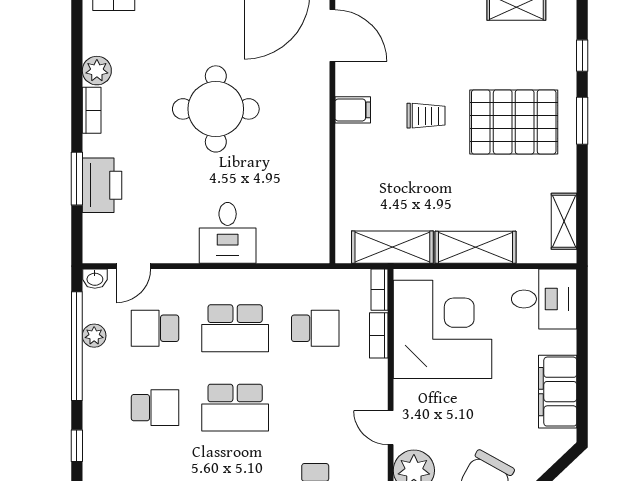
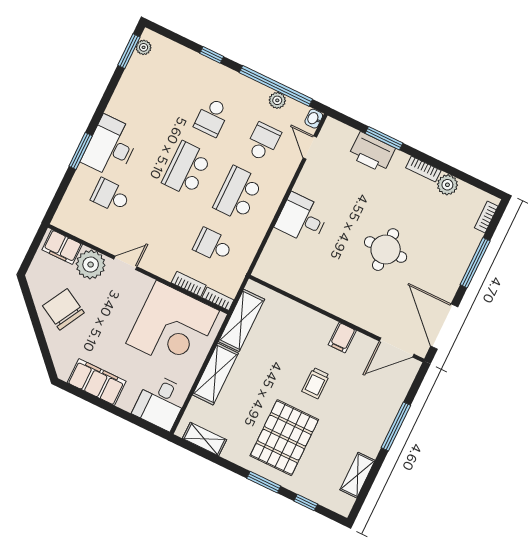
round table: (216, 109) -> (386, 250), width x0.73, depth x0.73
school desk: (315, 328) -> (213, 245), turned 90

